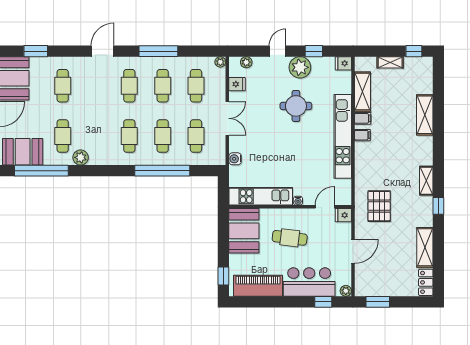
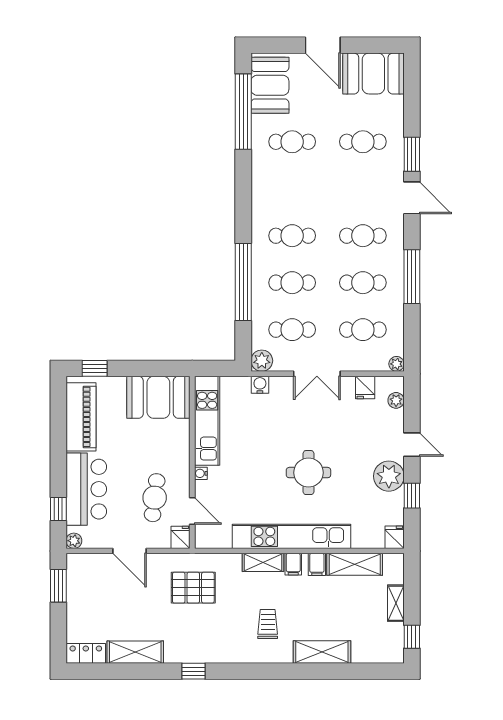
window: (36, 51) -> (412, 154), moved
round table: (296, 106) -> (308, 473), moved
trolley: (405, 153) -> (268, 624), added
plant: (81, 157) -> (262, 361), moved
shelving: (426, 181) -> (263, 562), moved
cafe table: (290, 238) -> (155, 498), moved

